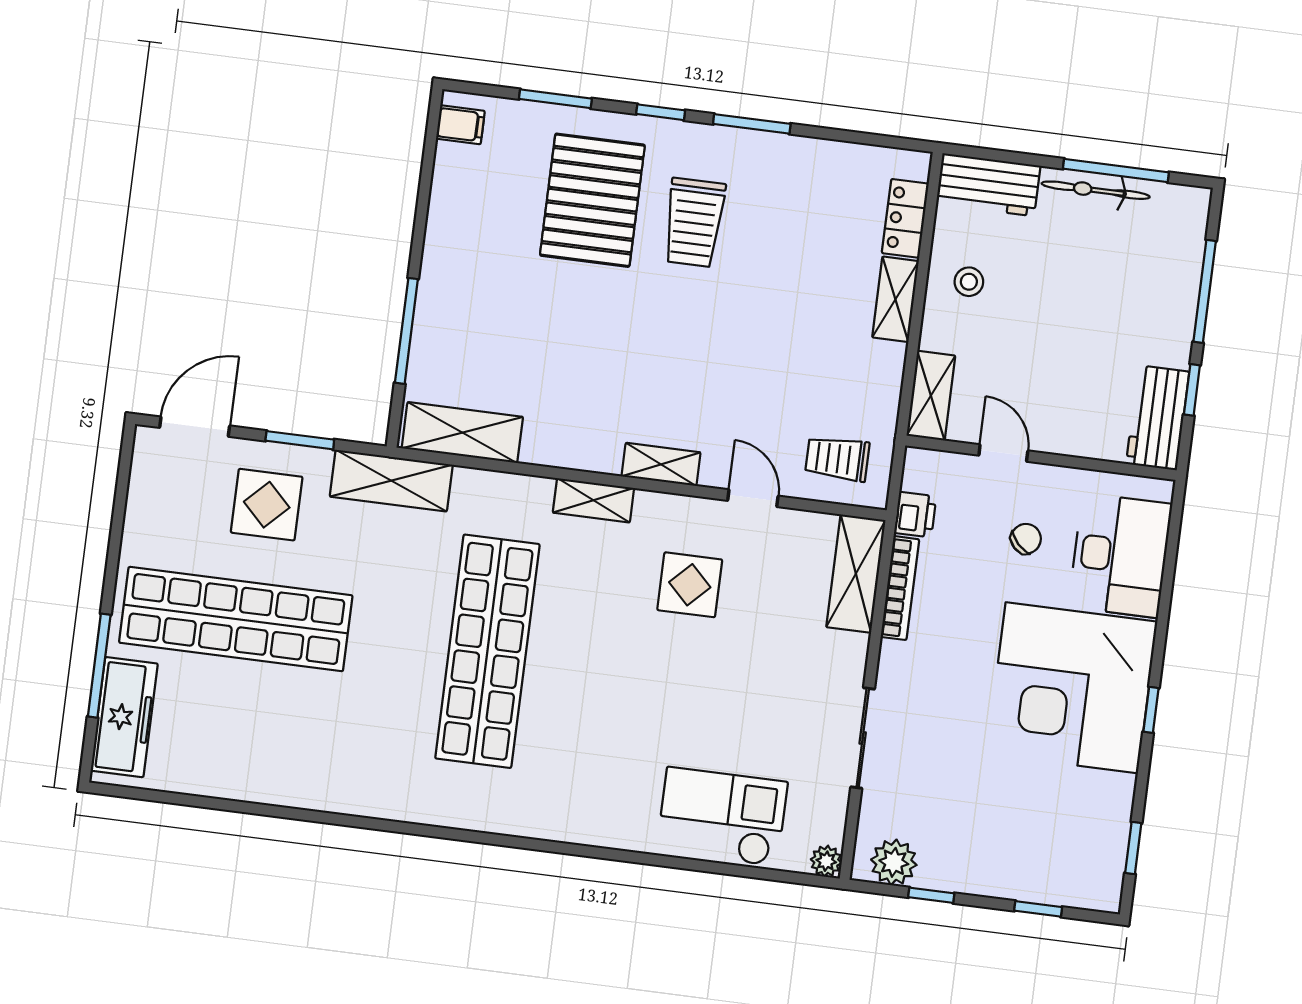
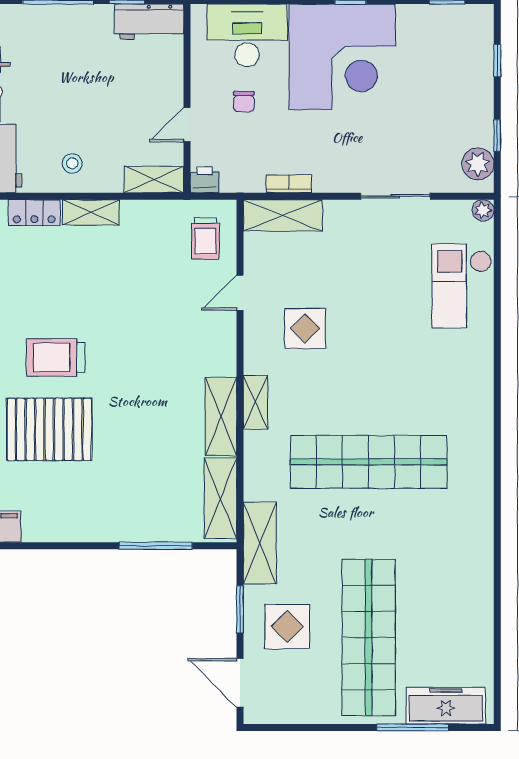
trolley: (694, 222) -> (56, 358), turned 180
shelving: (661, 464) -> (221, 416), moved, width x1.50, depth x1.33
printer: (915, 515) -> (205, 180), moved
chair: (1026, 539) -> (244, 102), turned -136
bookcase: (900, 588) -> (289, 184), width x0.64

